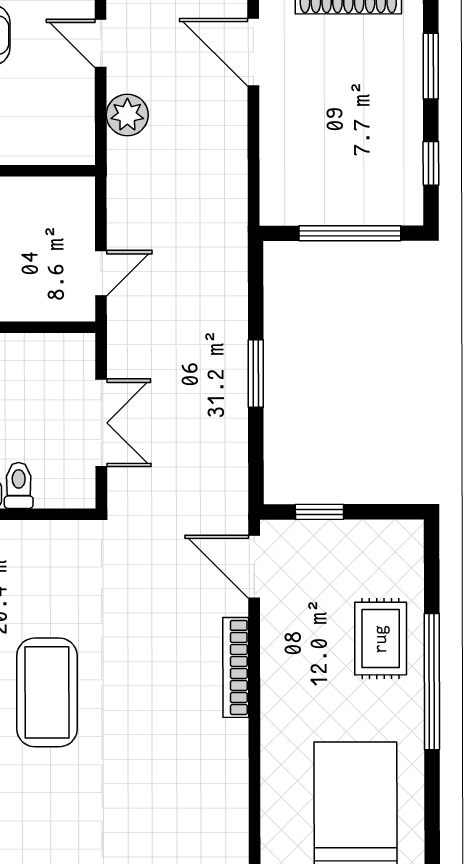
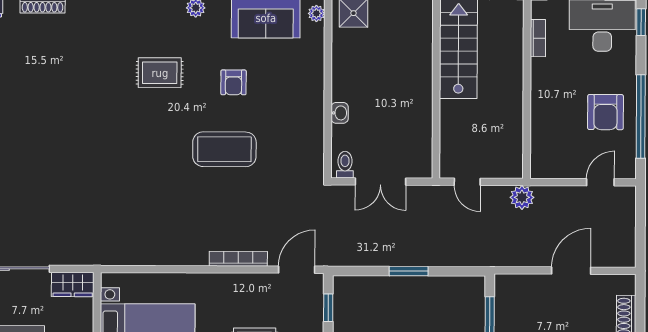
door: (253, 52) -> (571, 271), moved
plant: (127, 115) -> (522, 197), moved
toilet: (19, 485) -> (345, 165), moved, turned -90

